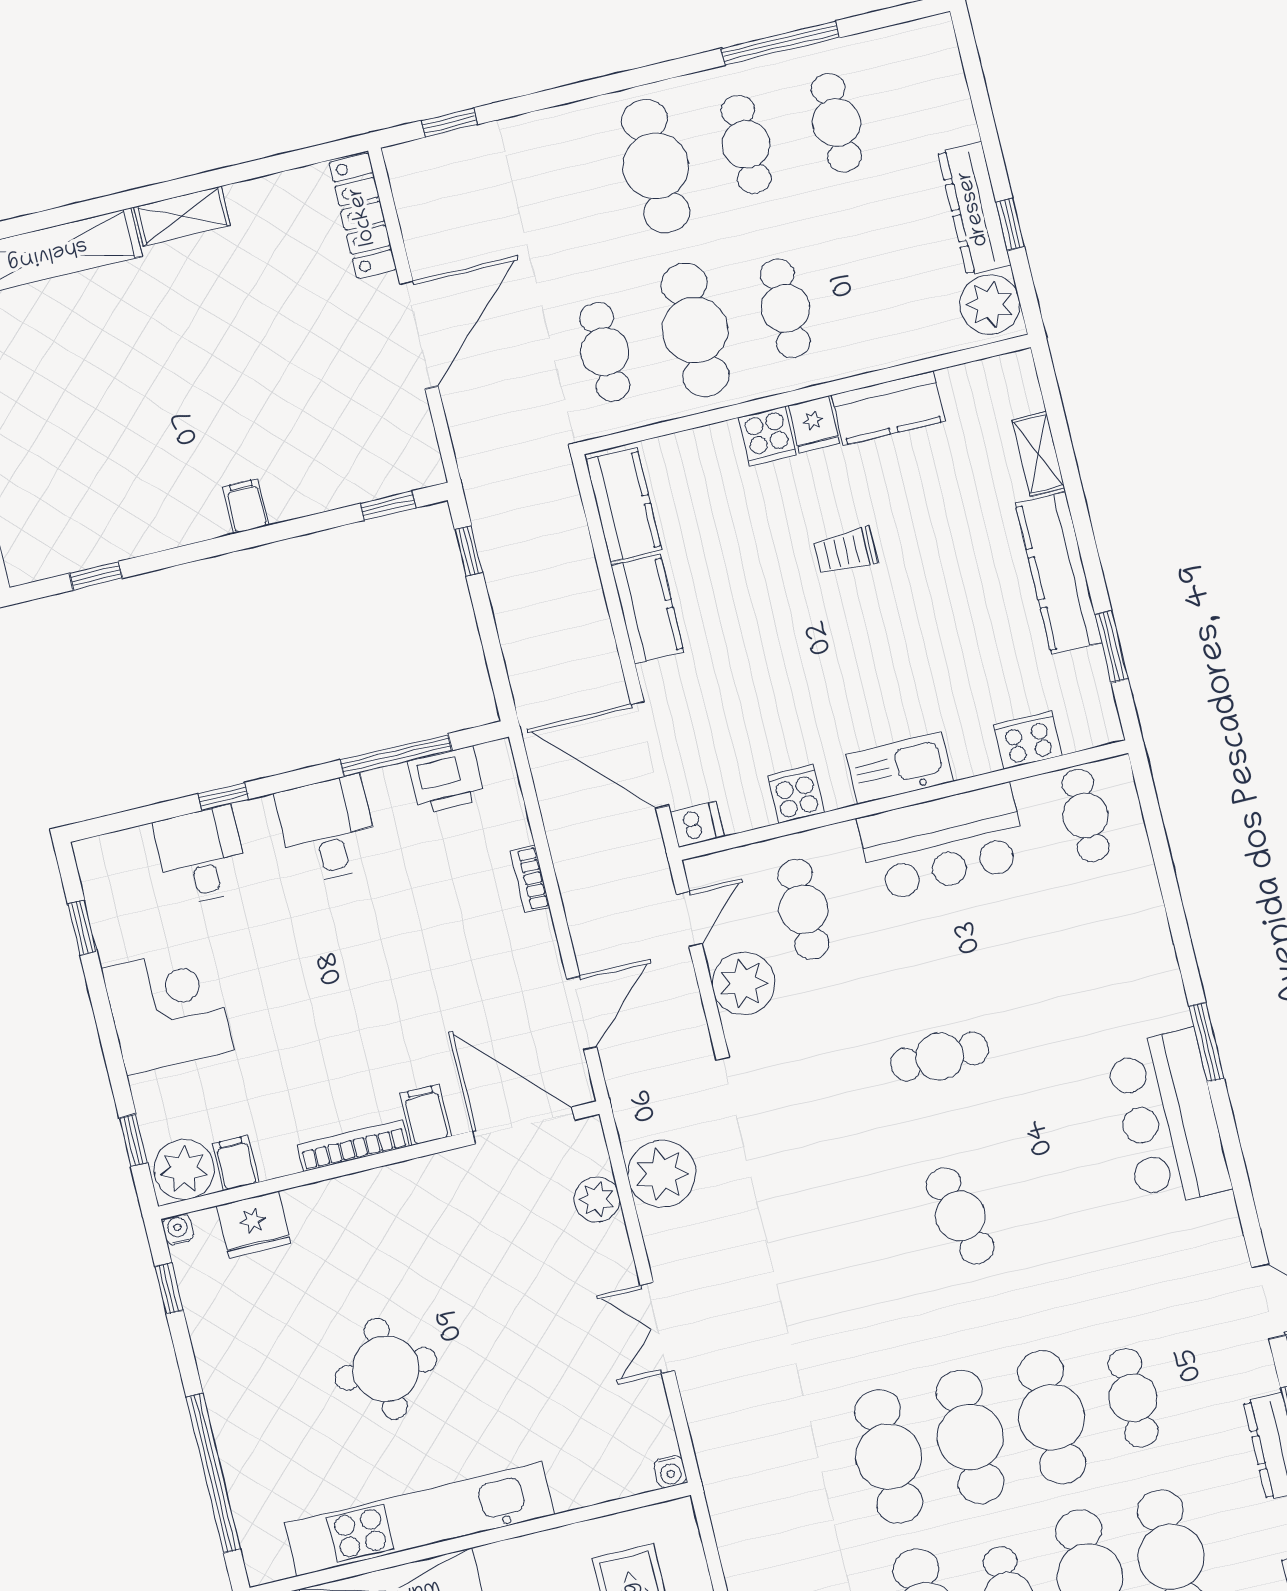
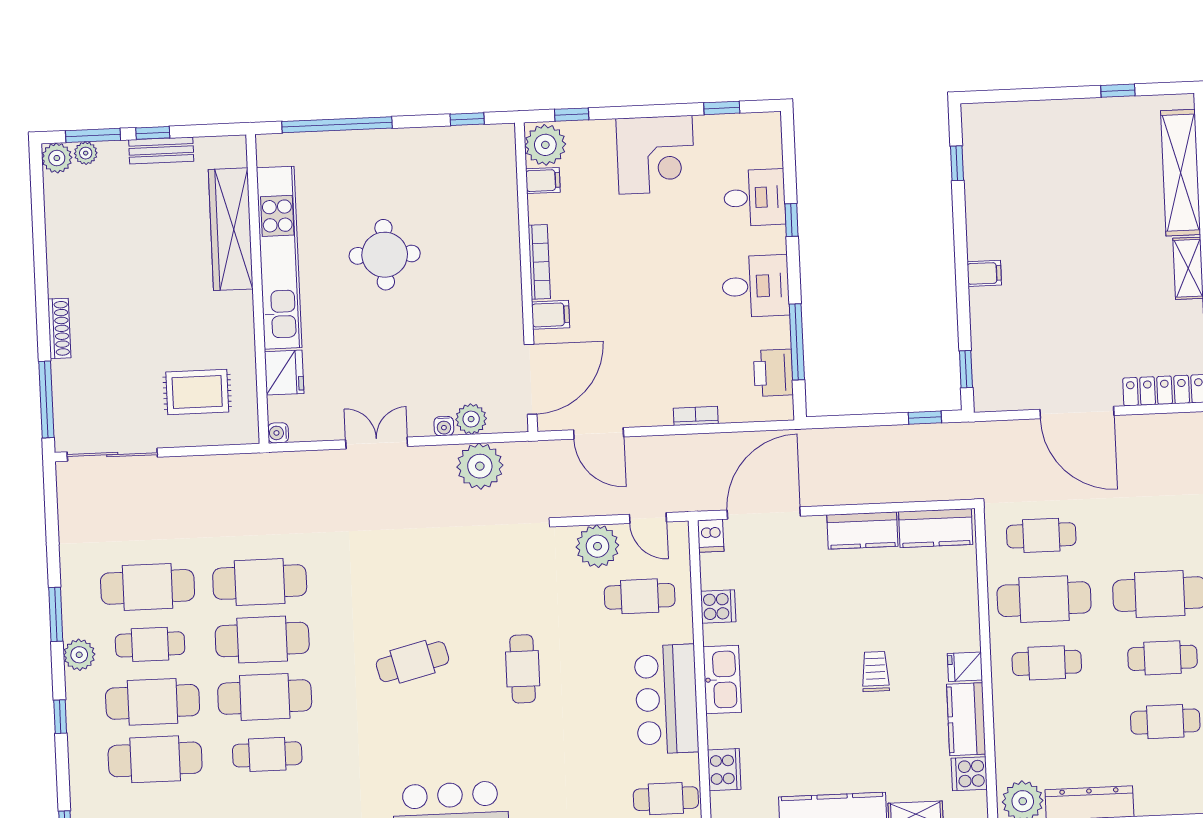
cooker: (767, 436) -> (969, 774), moved
fridge: (254, 1225) -> (284, 373), moved, turned 180
water cooler: (178, 1229) -> (444, 426), moved, turned 90

